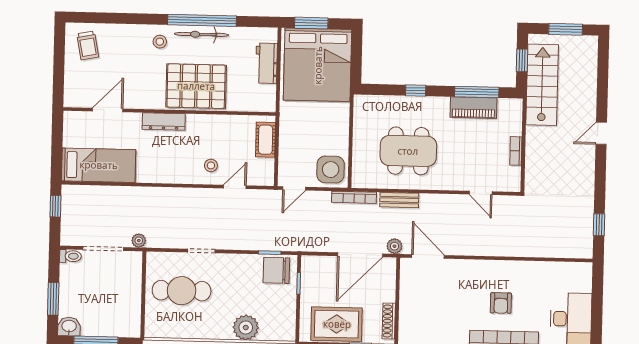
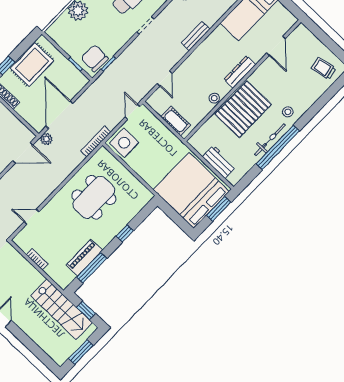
stool: (211, 165) -> (214, 98), moved
bench: (399, 200) -> (196, 36), moved
chair: (276, 270) -> (95, 58), turned -87

